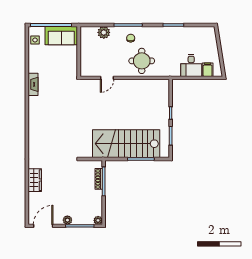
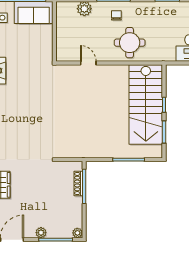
door: (107, 78) -> (88, 63), swing flipped
stairs: (126, 144) -> (146, 105), moved, turned -90

